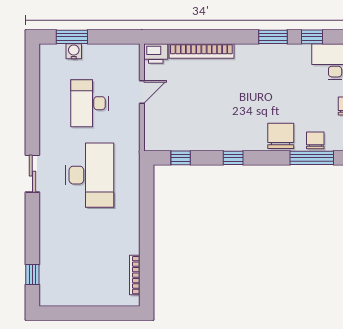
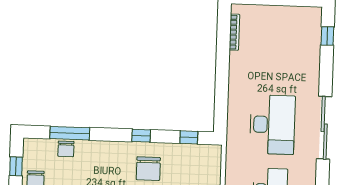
chair: (281, 136) -> (148, 169), moved
sliding door: (32, 174) -> (324, 128), width x1.86
desk: (89, 175) -> (272, 125), turned 180

